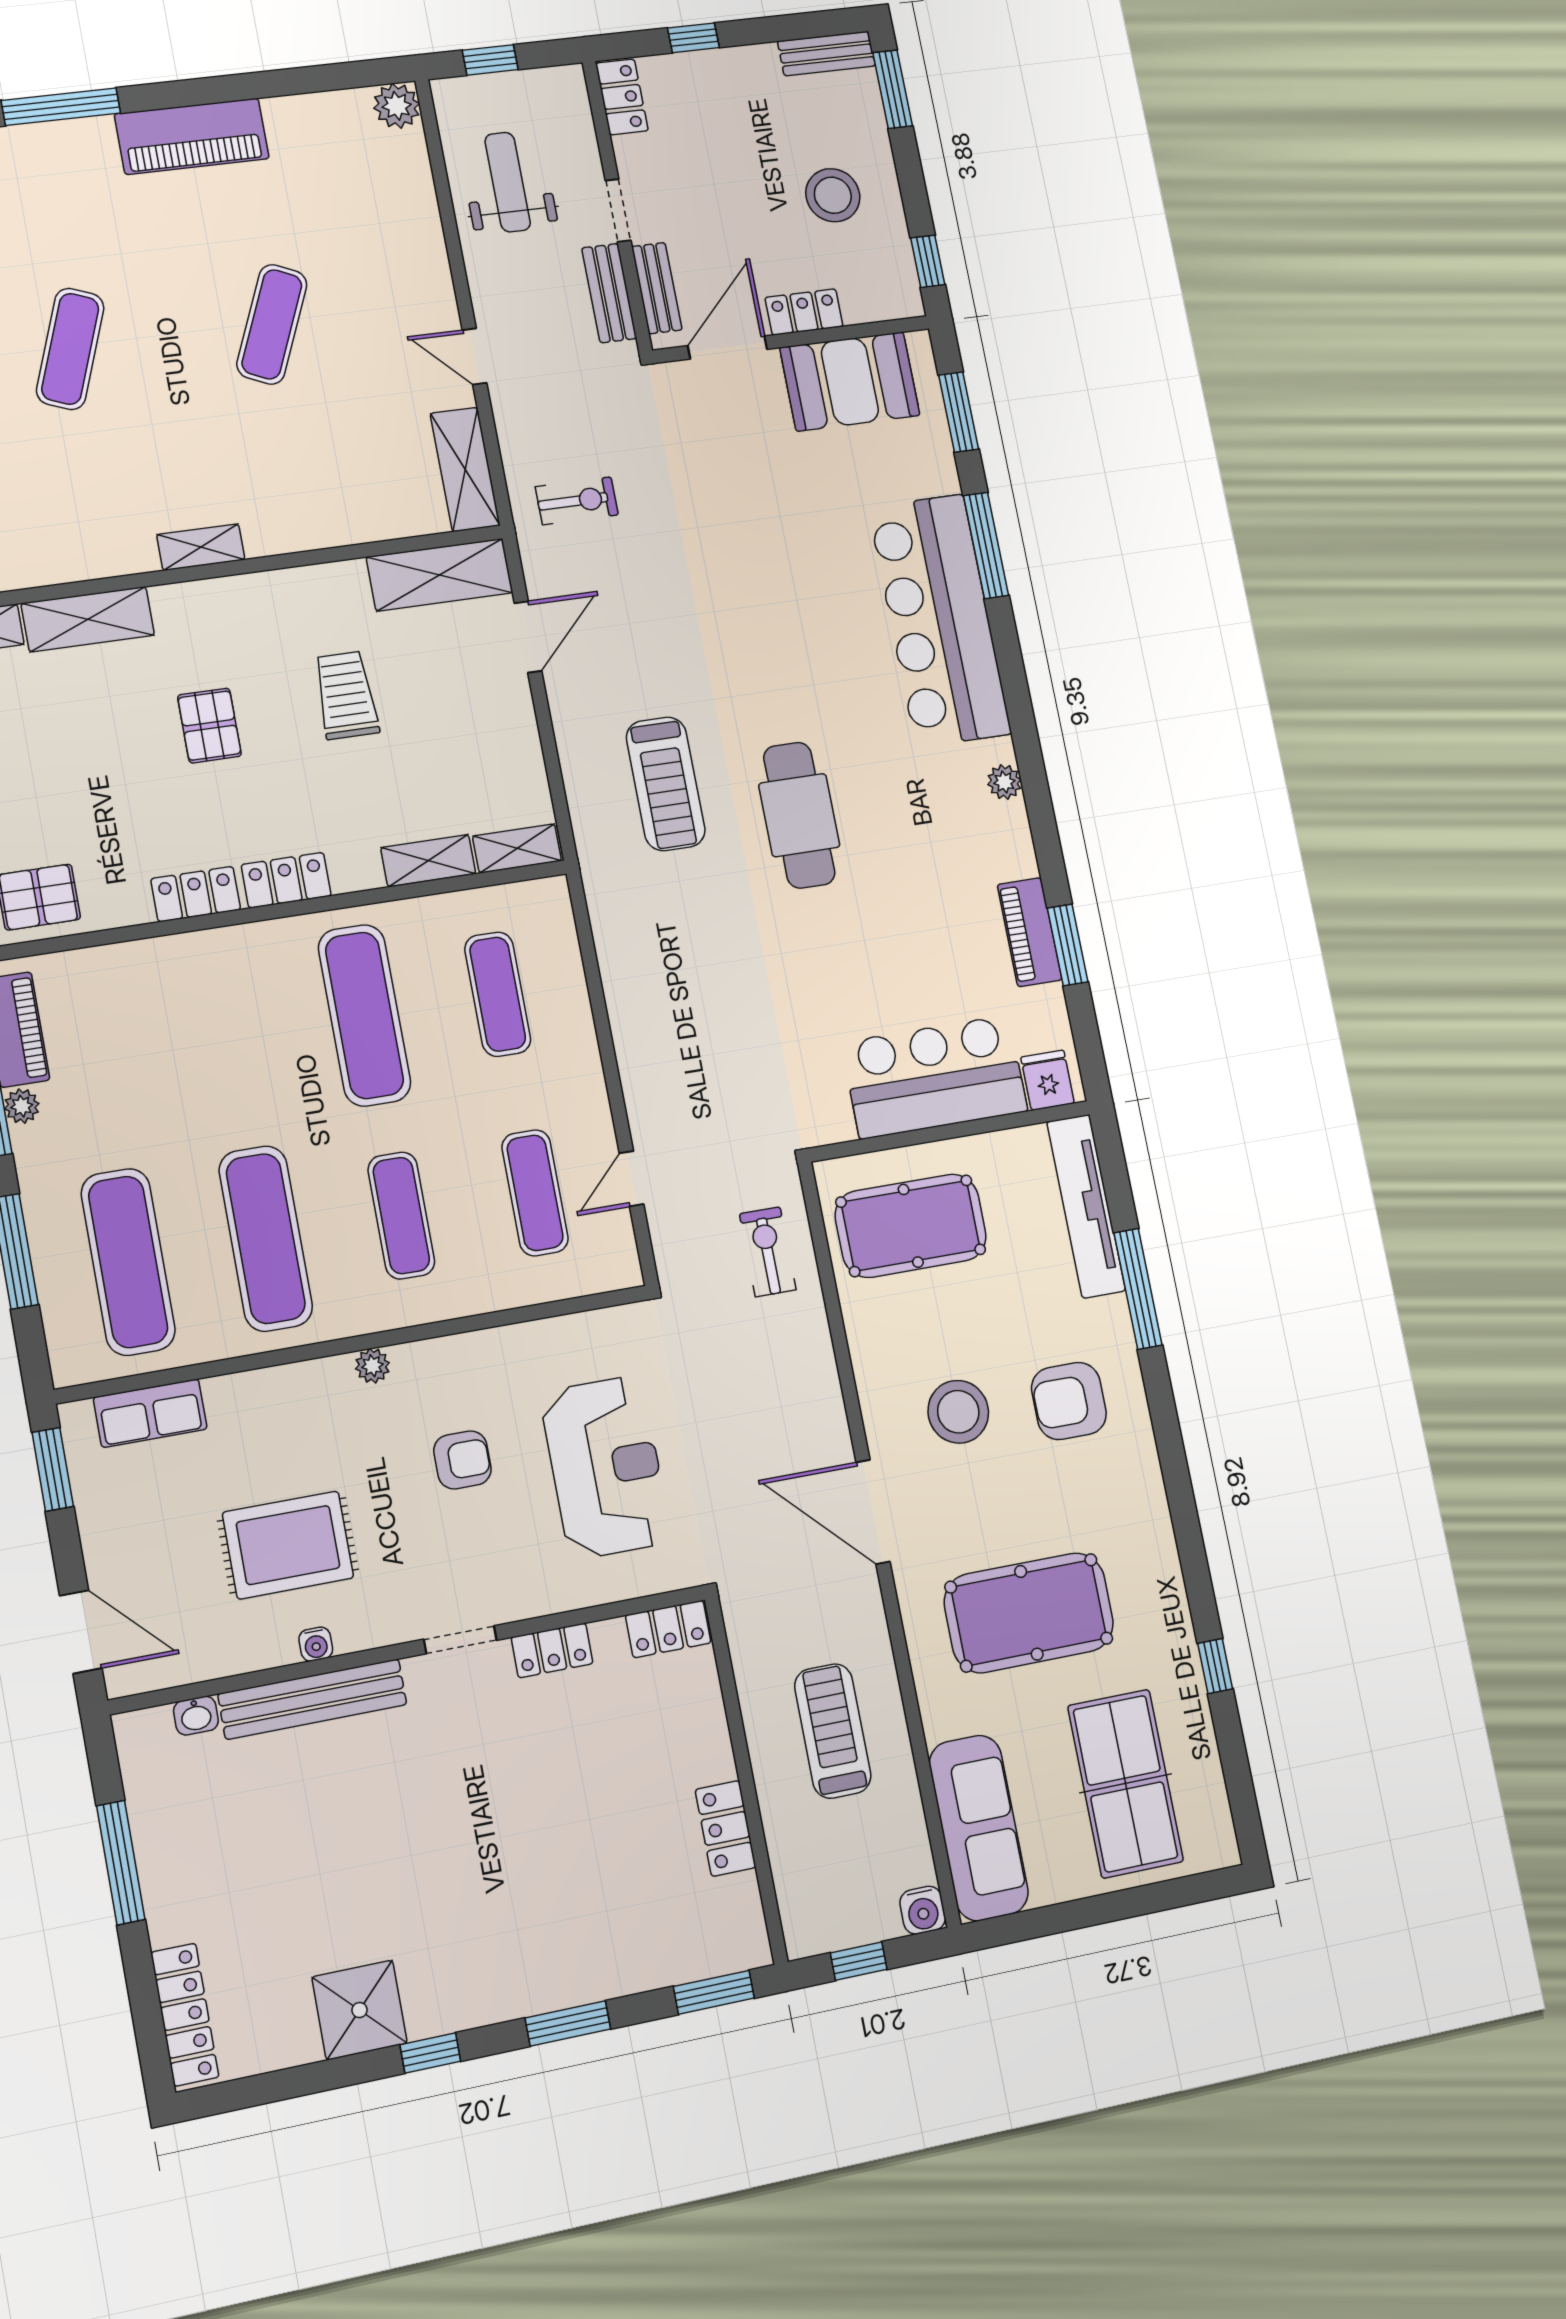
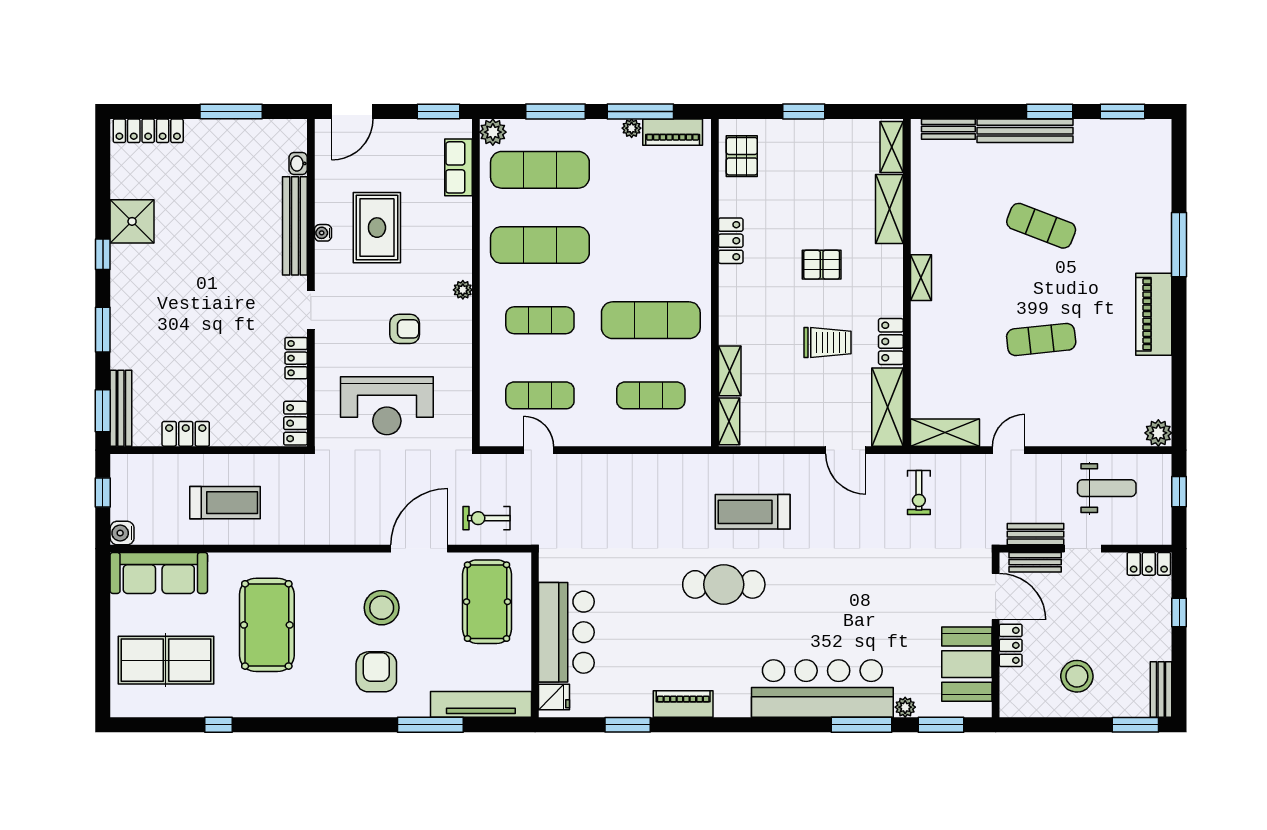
window: (928, 261) -> (1031, 725), removed
exercise mat: (272, 324) -> (1041, 339), turned -30
plant: (1004, 782) -> (905, 707), moved
locker: (286, 880) -> (891, 341), moved, turned 180
piano: (1030, 932) -> (683, 704), moved
exercise bike: (768, 1252) -> (486, 518), turned 180
plant: (74, 1361) -> (493, 132), added
armchair: (462, 1460) -> (405, 329), turned -90
door: (873, 1512) -> (419, 549), moved
bench: (703, 1959) -> (121, 408), added

